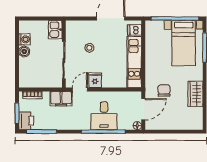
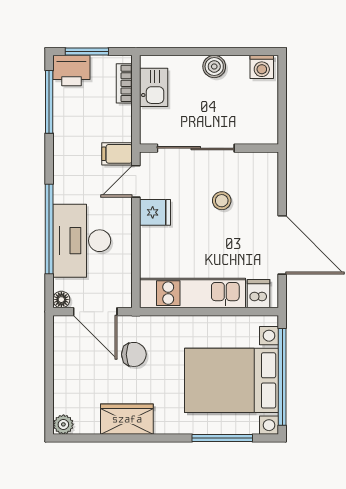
kitchen sink: (55, 30) -> (154, 87), moved, turned 90
washing machine: (24, 39) -> (262, 67), moved
bed with nightstands: (184, 43) -> (232, 380), width x1.36
door: (80, 89) -> (136, 181), swing flipped
filing cabinet: (61, 99) -> (117, 154), width x0.50
desk: (104, 116) -> (82, 241), width x1.37
plant: (198, 125) -> (63, 424), added

